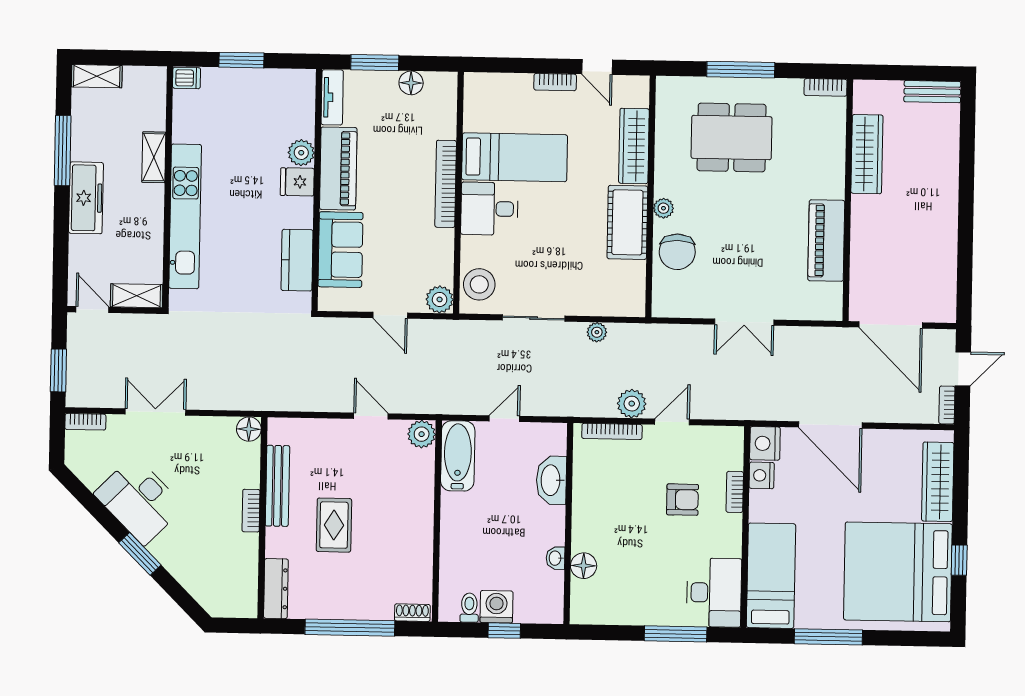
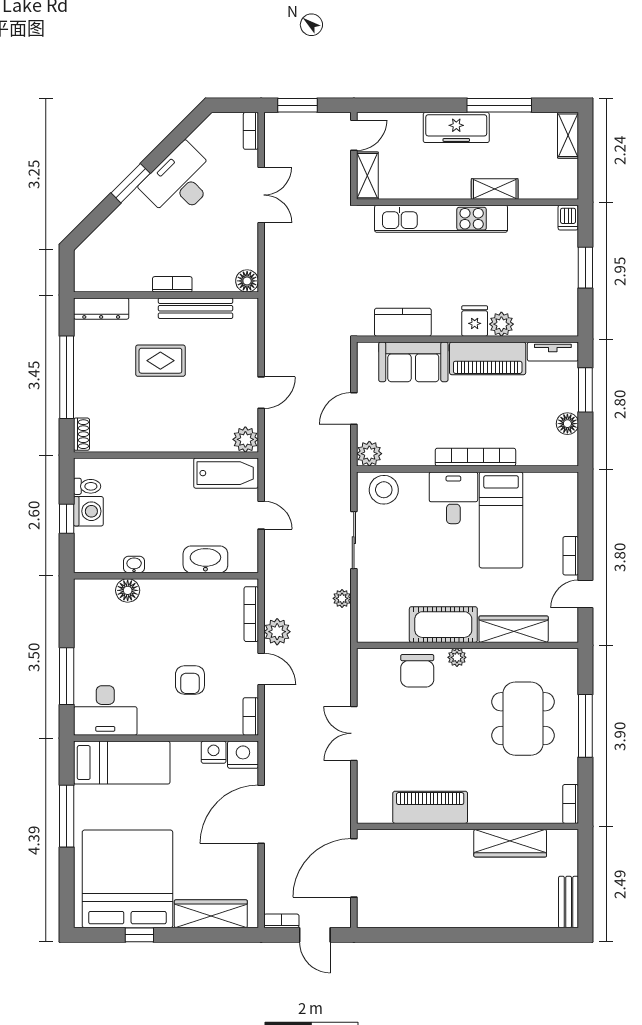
chair: (677, 252) -> (417, 671), turned -90
bookcase: (735, 492) -> (251, 716), moved, turned -90

